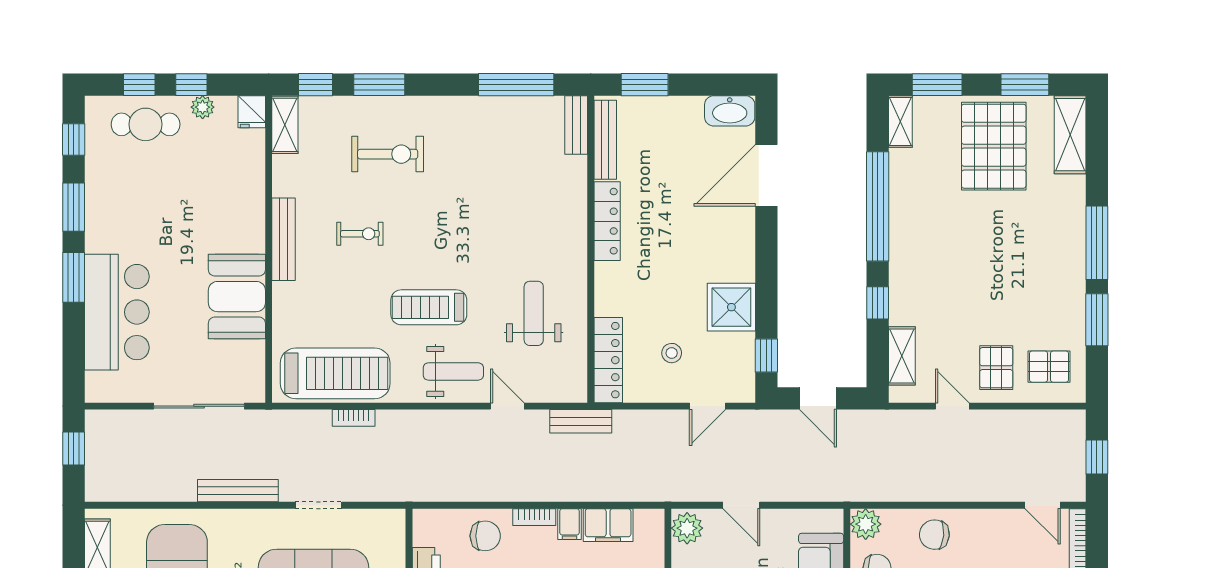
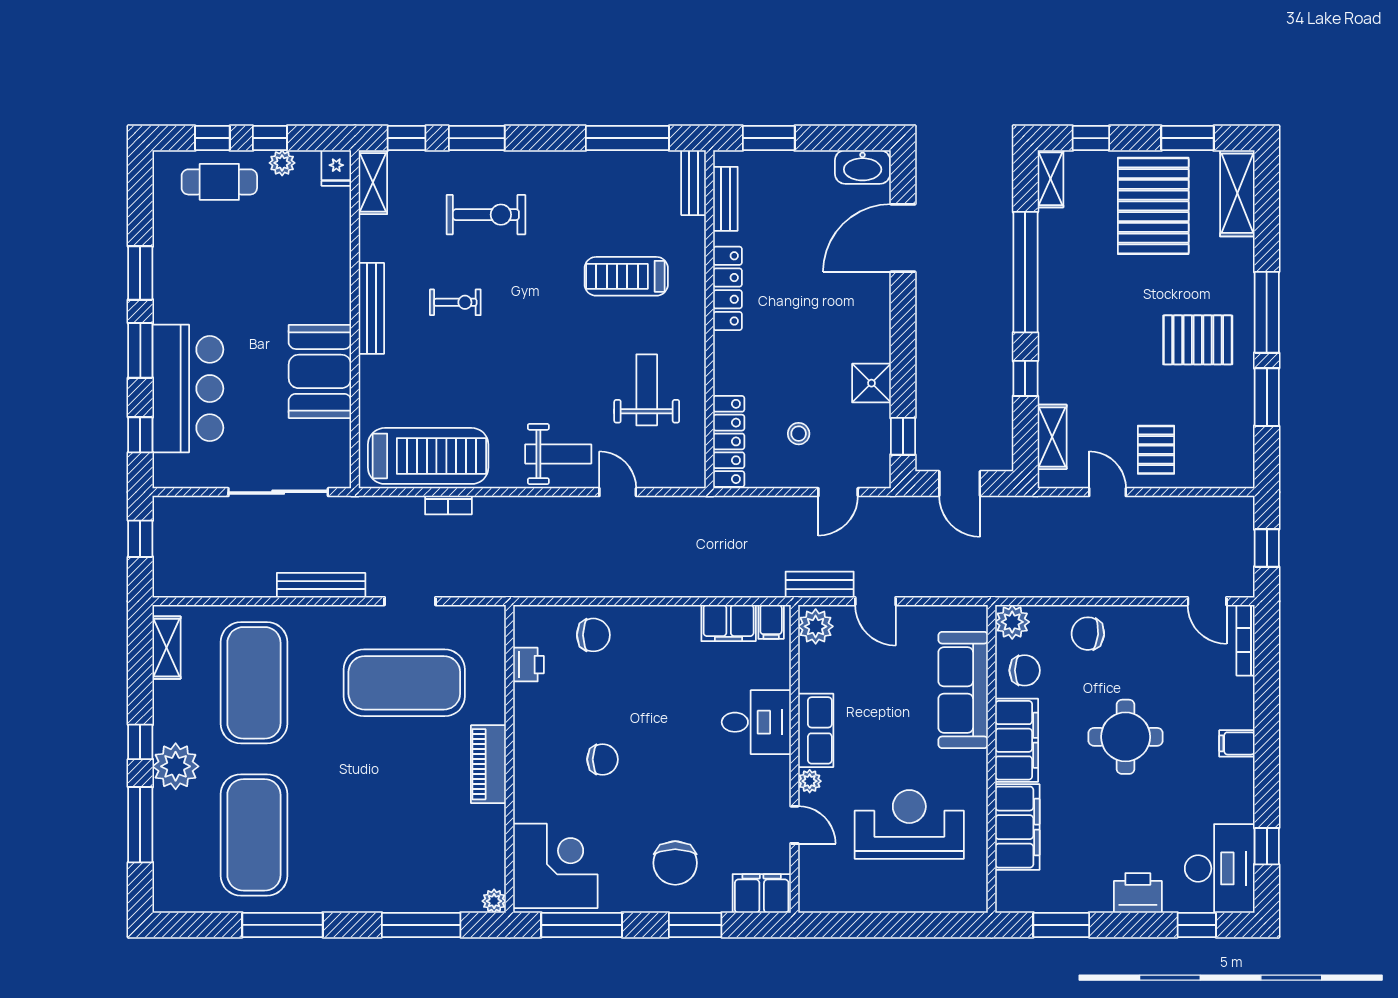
window: (937, 85) -> (1091, 138), width x0.67
window: (74, 139) -> (140, 435), moved
bench: (605, 140) -> (725, 199), width x0.73
treadmill: (429, 307) -> (626, 276), moved
shower: (731, 307) -> (871, 383), width x0.73, depth x0.73
pallet: (1049, 367) -> (1198, 340), moved, width x1.50, depth x1.42
bench: (581, 421) -> (820, 585), moved
bookcase: (534, 517) -> (647, 614), removed
filing cabinet: (570, 524) -> (771, 622), moved

